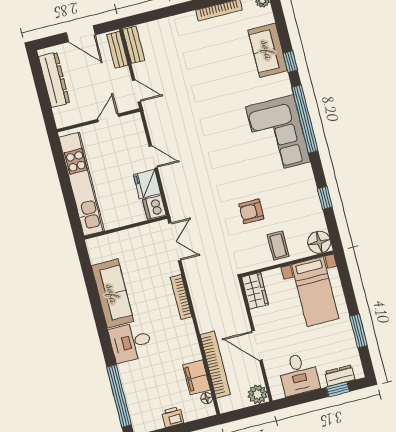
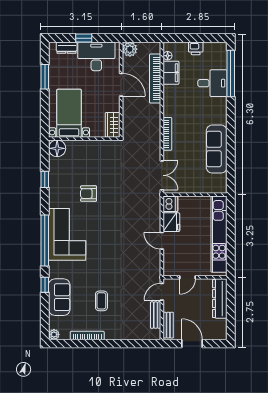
bench: (134, 45) -> (156, 315), moved
dresser: (54, 80) -> (220, 299), moved
door: (137, 91) -> (162, 292), hinge flipped
armchair: (251, 211) -> (89, 194), moved, turned 180
double door: (175, 242) -> (162, 175), swing flipped
coffee table: (278, 246) -> (101, 301), moved
desk: (131, 342) -> (212, 83), moved
desk: (299, 374) -> (96, 56), width x1.37
window: (338, 389) -> (84, 38), moved

